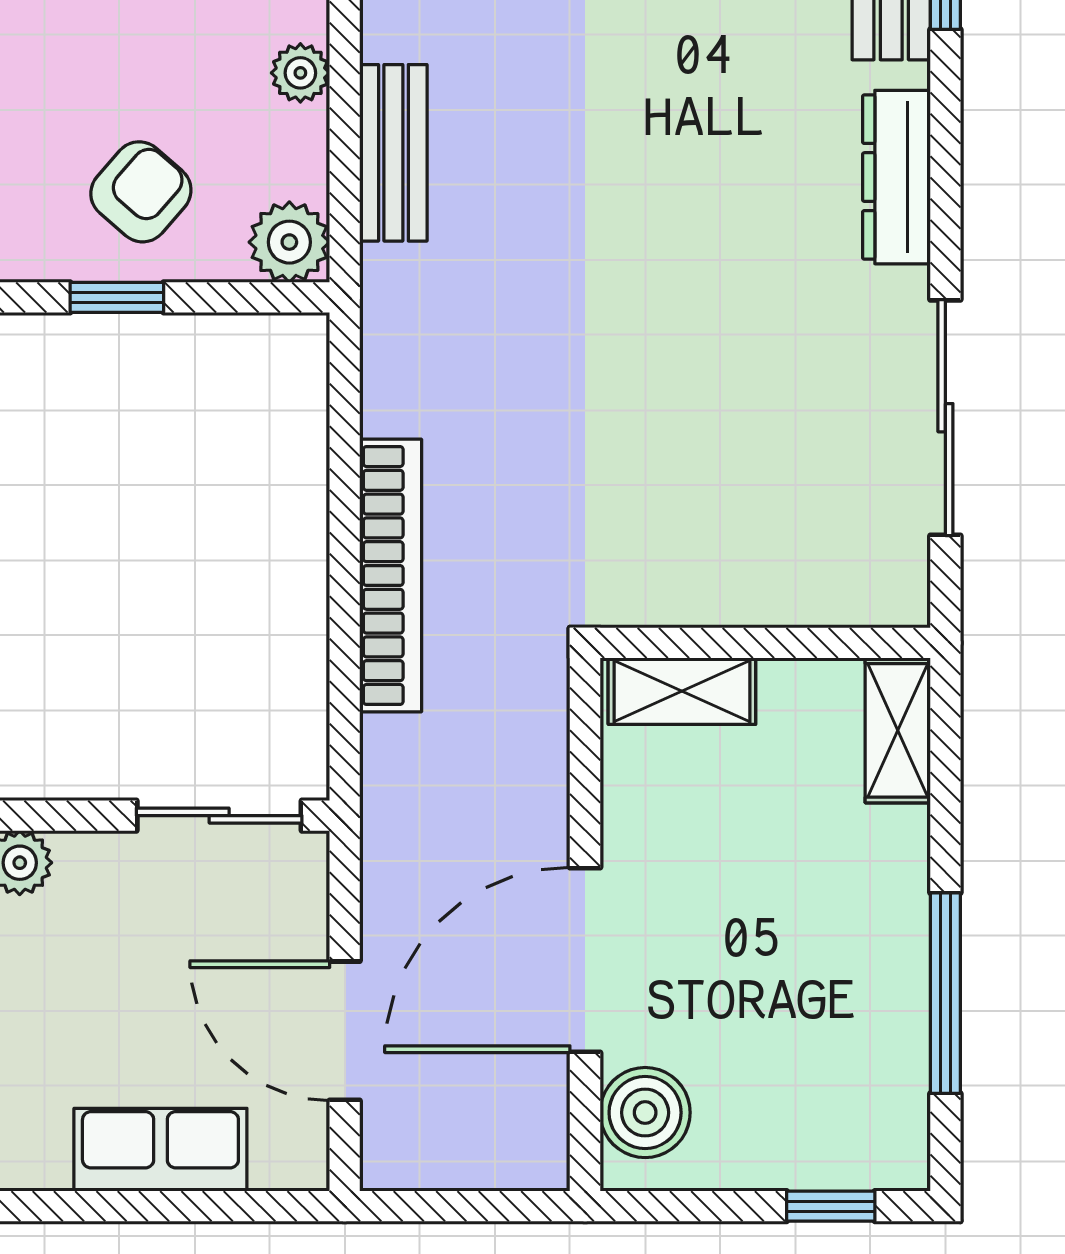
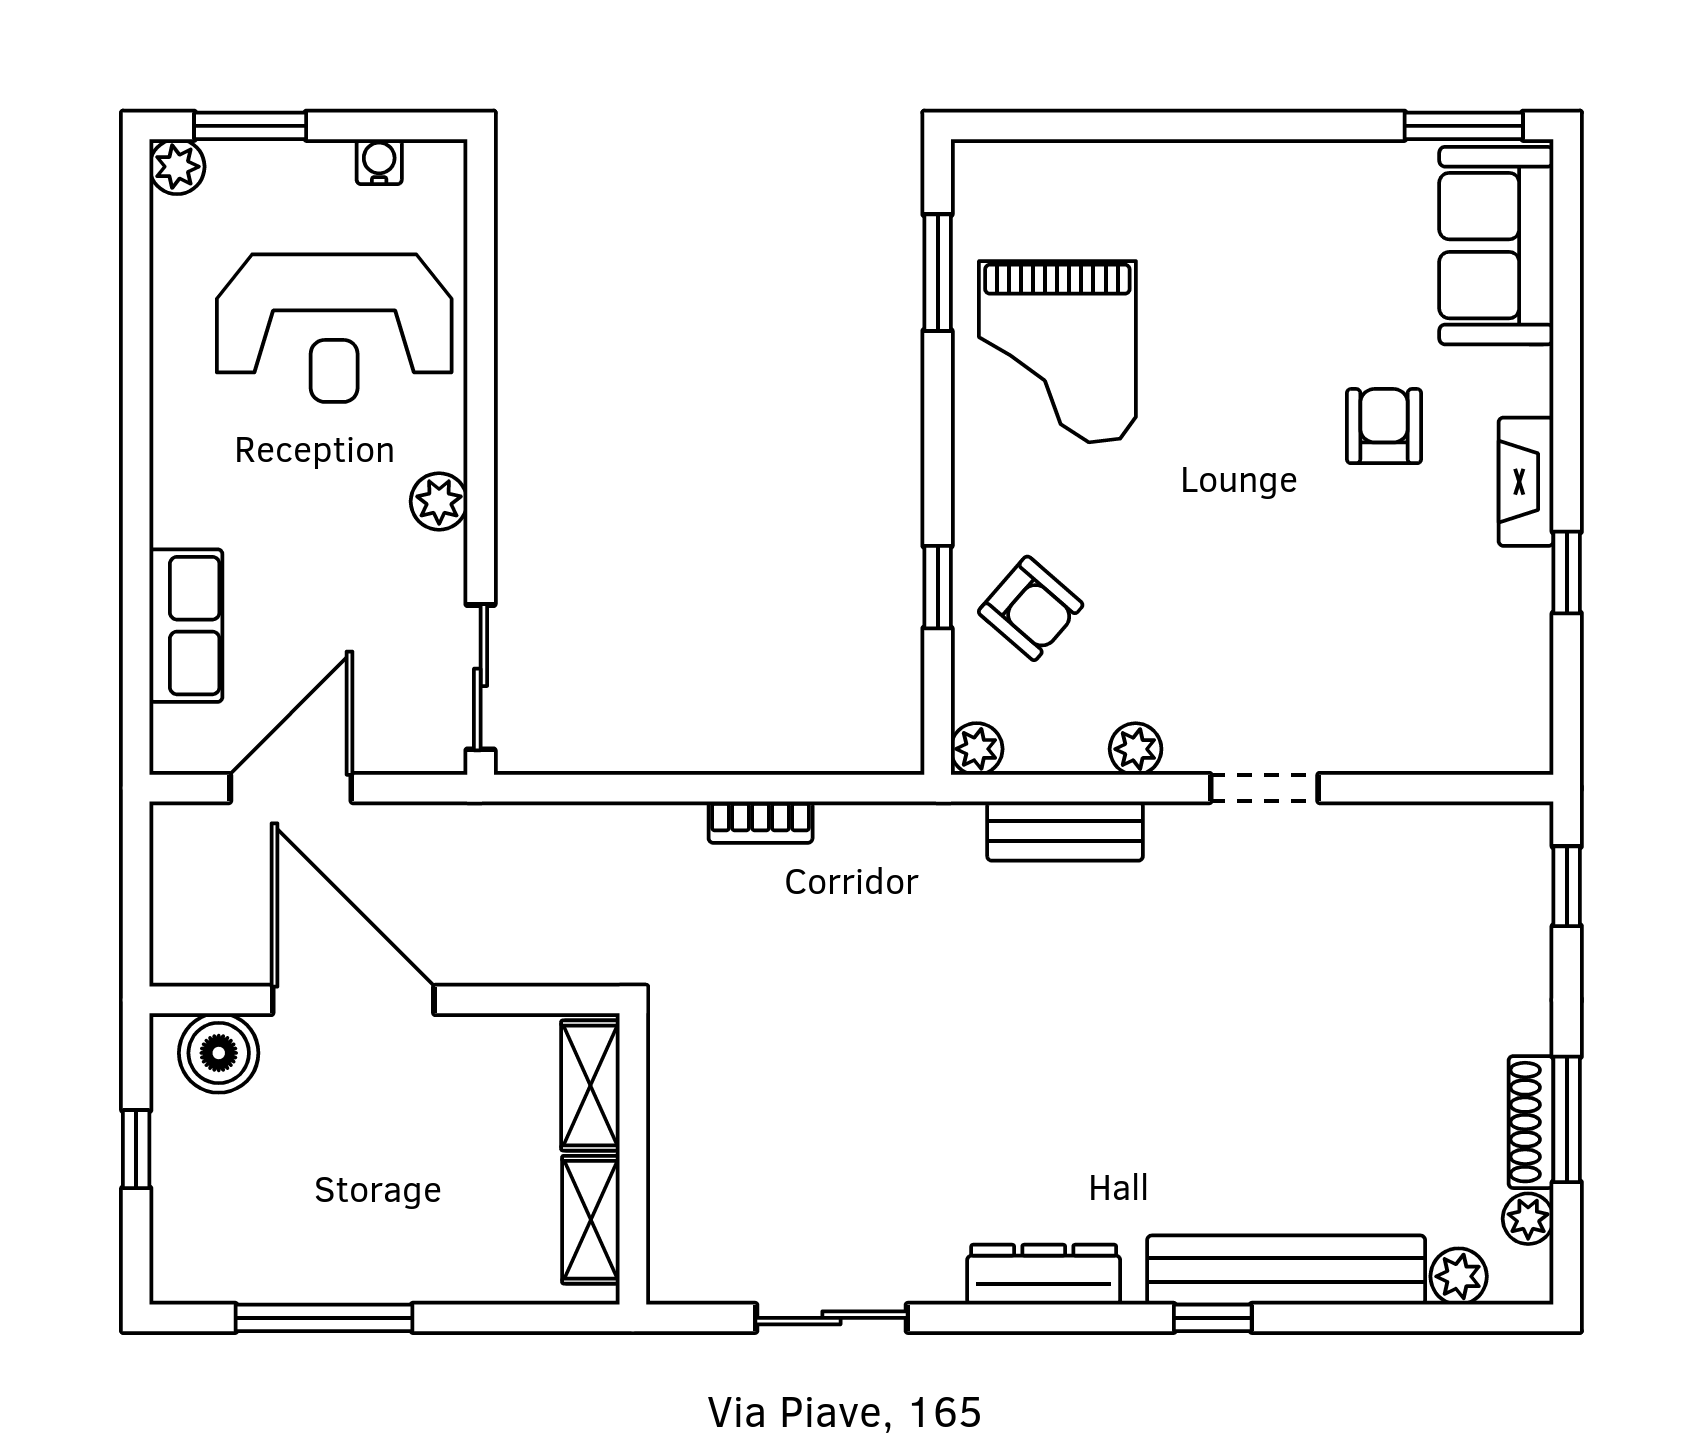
plant: (289, 242) -> (977, 749), width x0.73, depth x0.73
sliding door: (945, 418) -> (831, 1318), width x0.73
bookcase: (391, 575) -> (761, 822), width x0.43, depth x0.76
shelving: (898, 730) -> (591, 1220), moved, turned 90
window: (831, 1206) -> (136, 1149), moved

